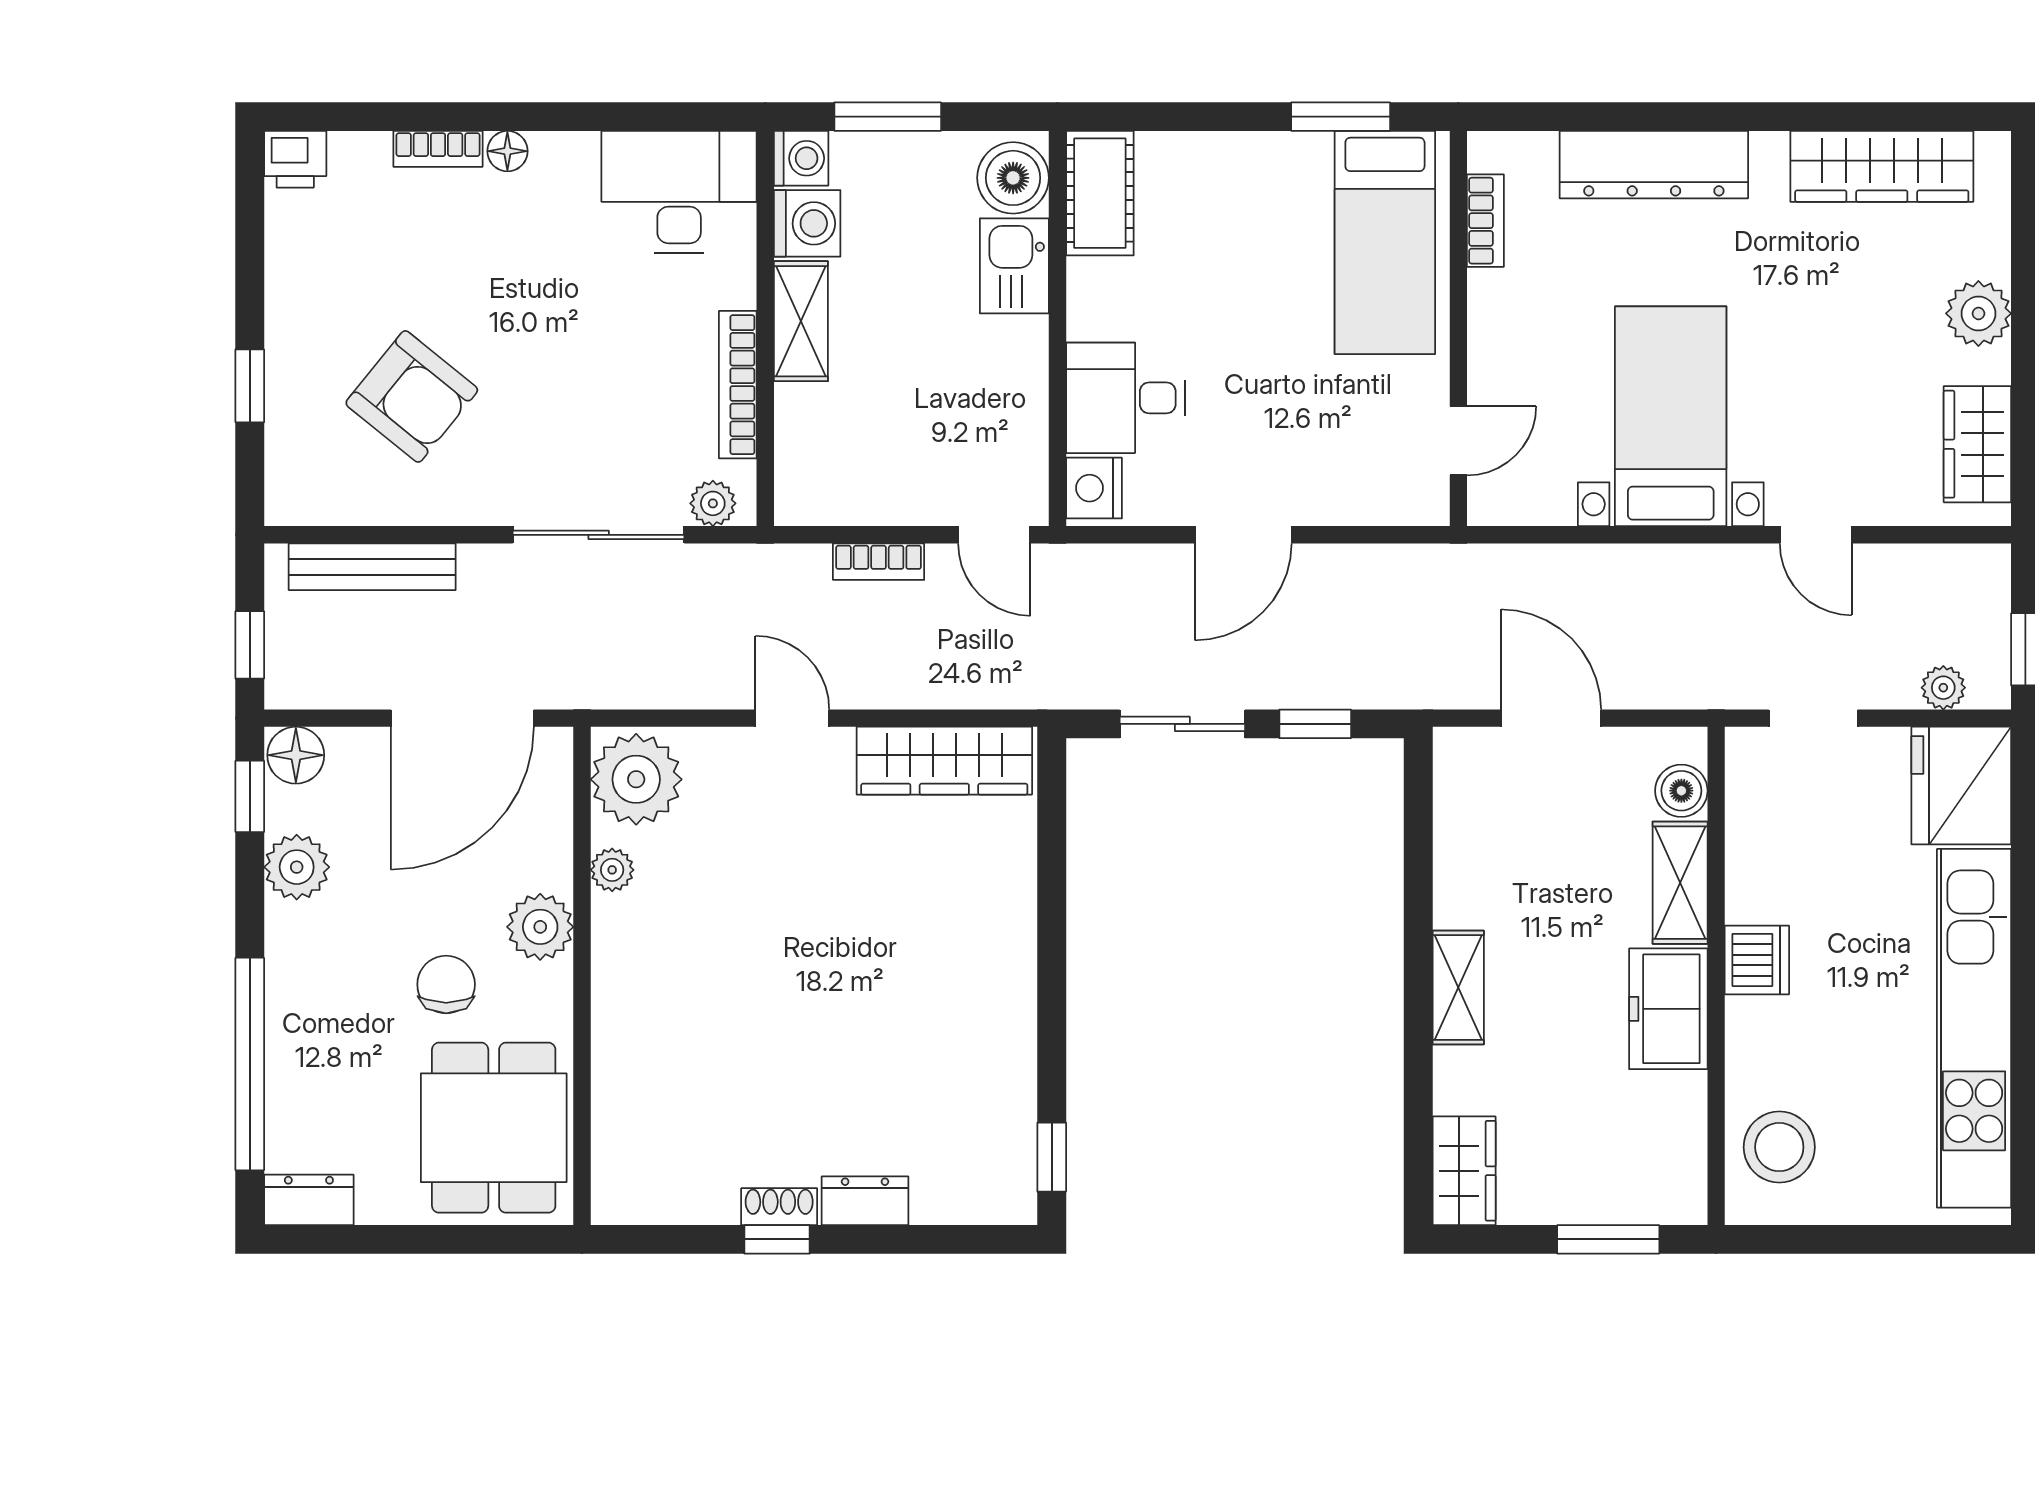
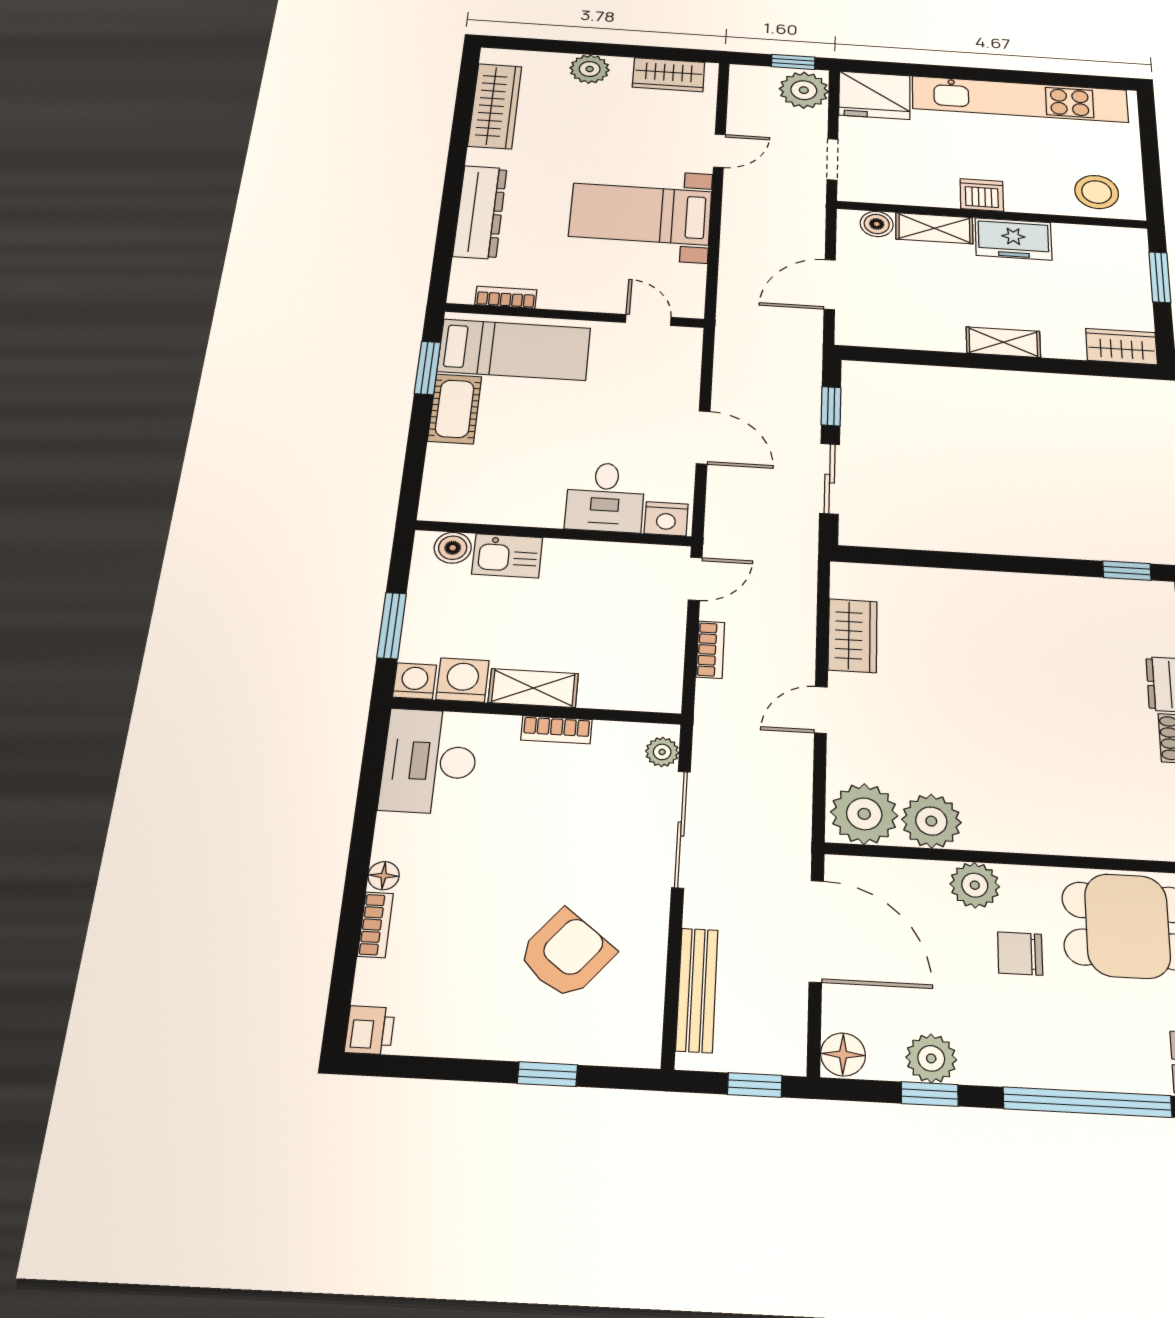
boiler: (1013, 178) -> (453, 548), width x0.73, depth x0.73
cot: (1100, 193) -> (455, 409), moved, turned 90
bookcase: (738, 385) -> (556, 730), width x0.64
plant: (1943, 688) -> (804, 90), width x1.88, depth x1.88
wardrobe: (944, 761) -> (853, 636), width x0.67
window: (250, 796) -> (930, 1094), moved
plant: (612, 870) -> (931, 821), width x1.88, depth x1.88

